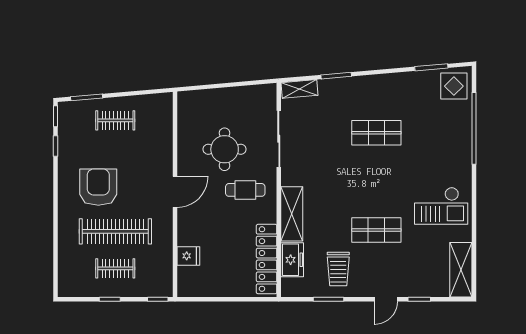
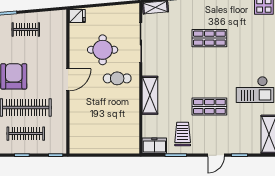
fridge: (188, 256) -> (77, 16), moved
locker: (267, 259) -> (132, 127), removed
freezer: (292, 260) -> (154, 146), moved, turned -90
clothes rail: (115, 268) -> (26, 134), width x1.36
trolley: (338, 269) -> (183, 134), turned 180

